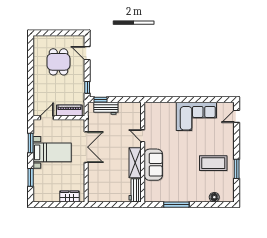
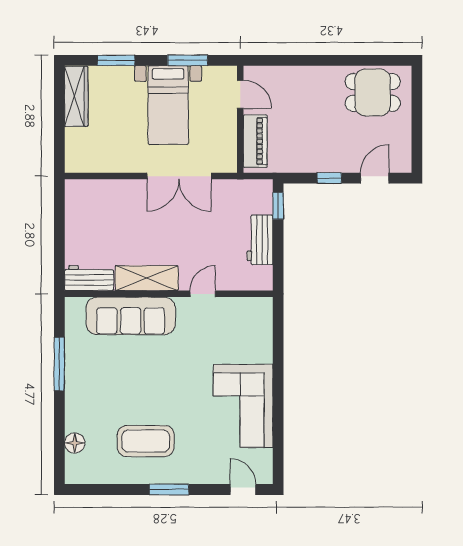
dining table: (58, 62) -> (373, 92), moved
window: (87, 87) -> (329, 178), moved
workbench: (106, 108) -> (260, 240), moved
coffee table: (213, 163) -> (146, 441), turned 90
sofa: (153, 165) -> (131, 316), width x1.36
window: (237, 169) -> (169, 490), moved
wardrobe: (69, 196) -> (76, 96), moved, width x1.50

